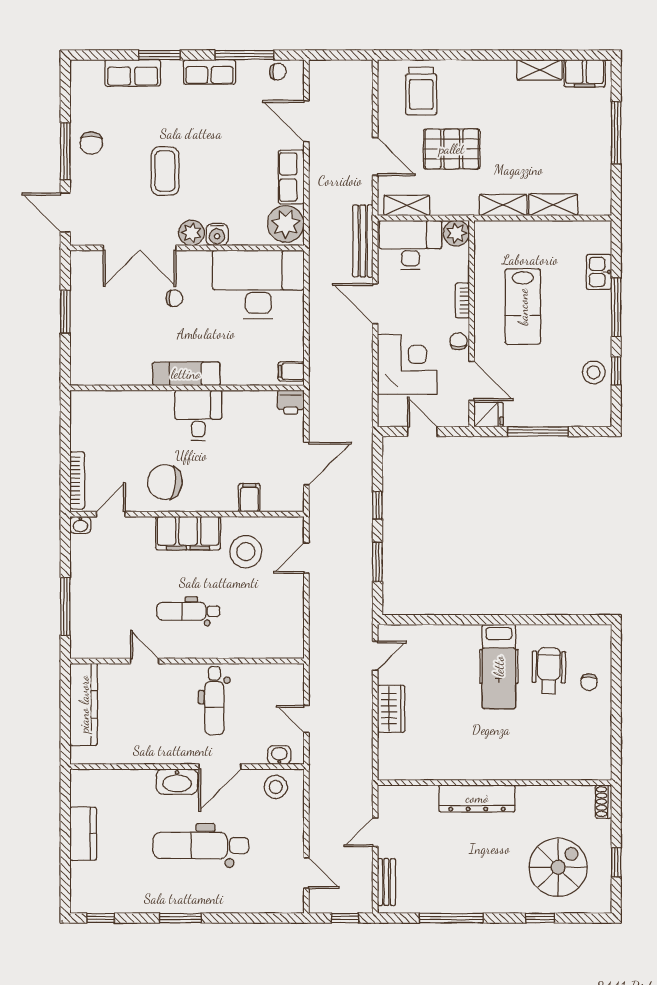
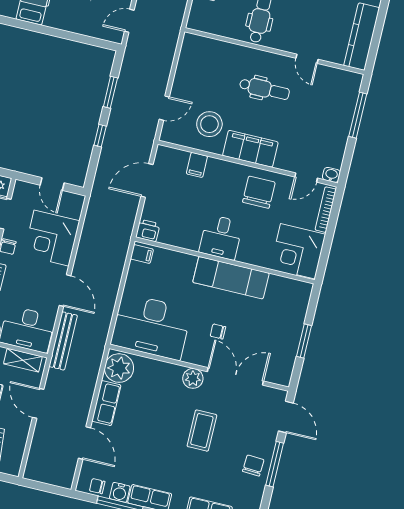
water cooler: (217, 235) -> (120, 492), moved, turned 180
exam couch: (186, 374) -> (231, 278), width x1.36, depth x1.45
corner desk: (99, 421) -> (298, 251), added
chair: (165, 482) -> (259, 192), turned -96

